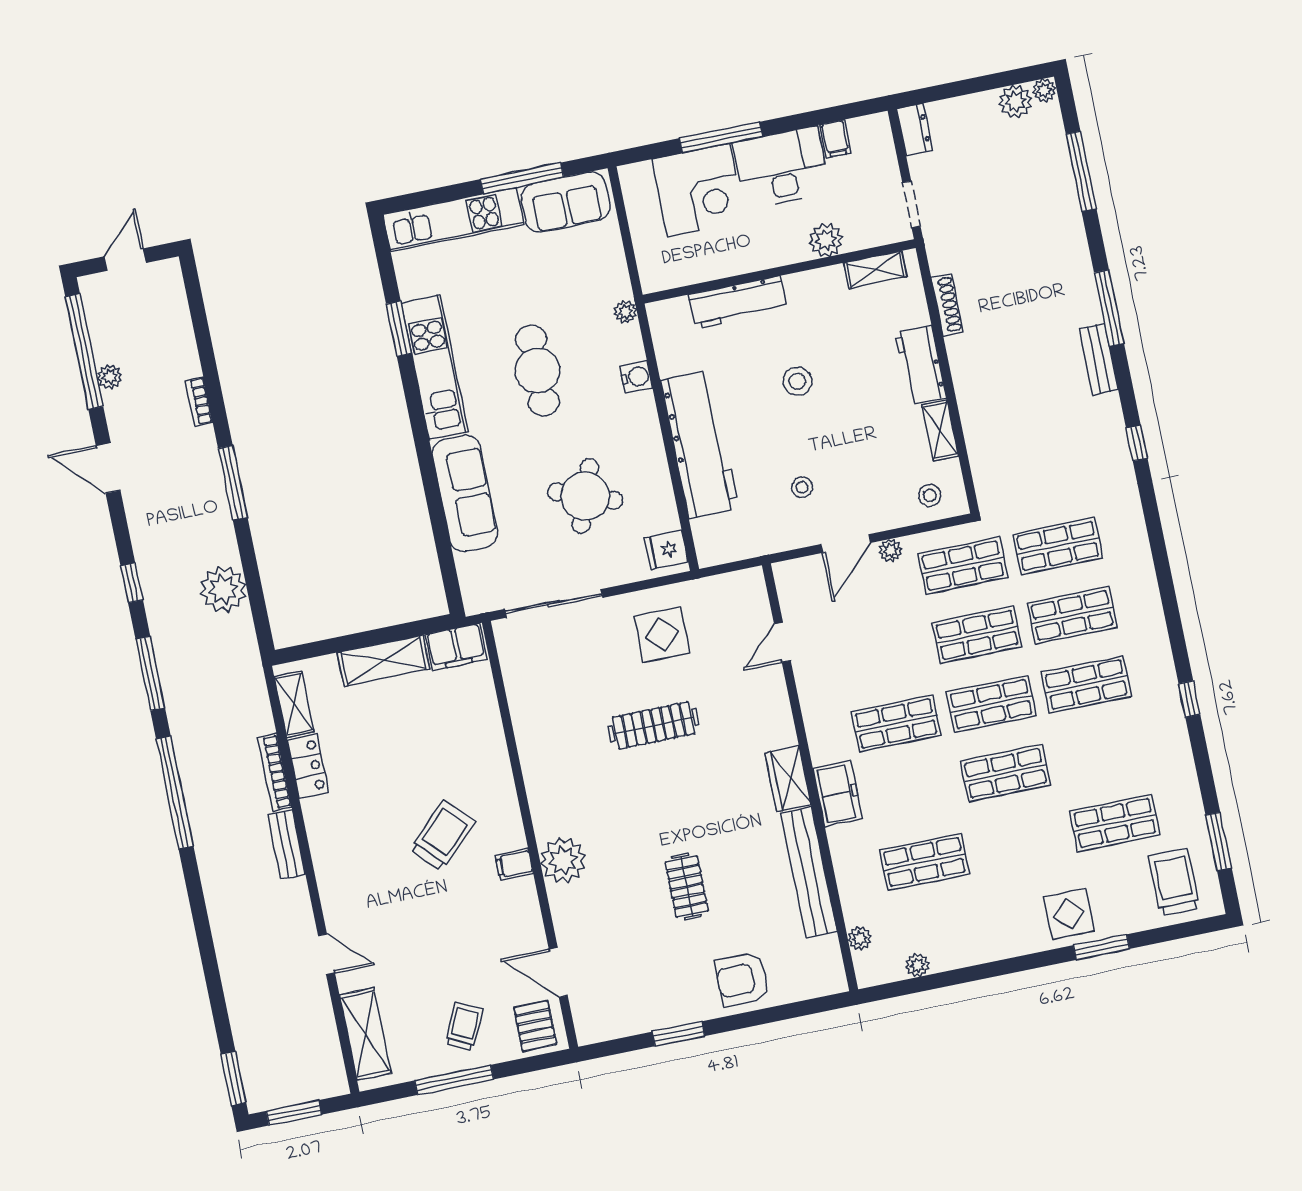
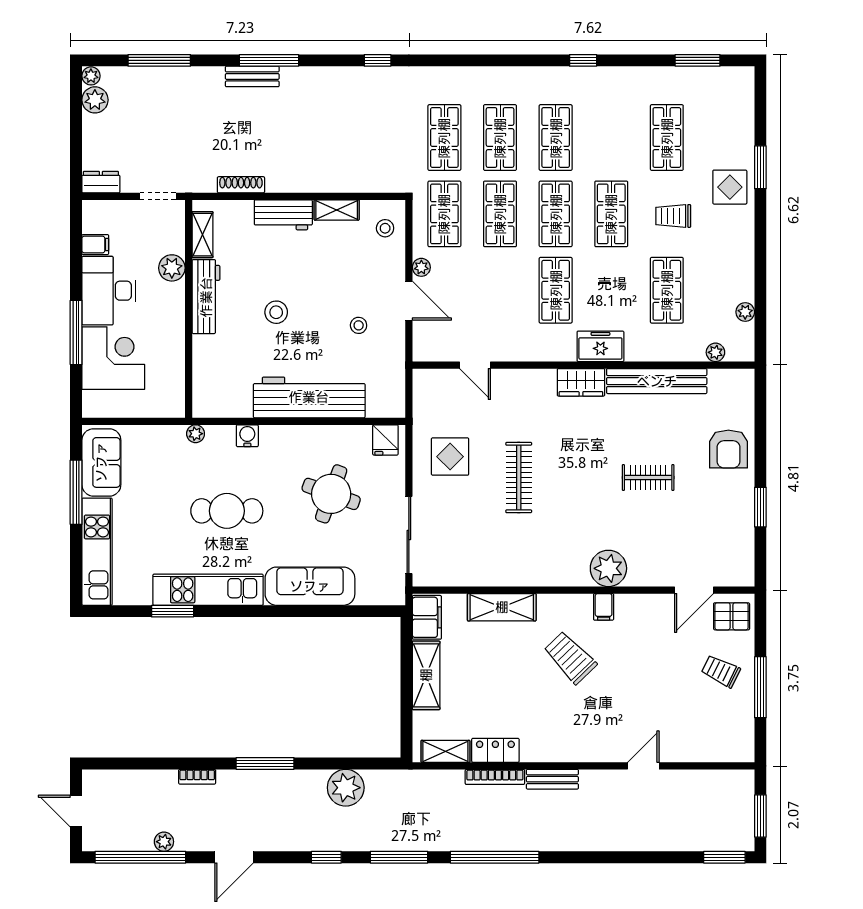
workbench: (738, 302) -> (206, 297), moved
bench: (1099, 359) -> (252, 76), moved
trolley: (1174, 882) -> (673, 216), moved, width x0.73, depth x0.72
shelving: (365, 1034) -> (502, 607), moved

